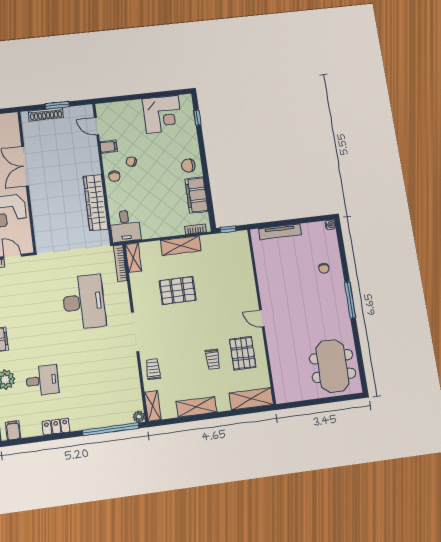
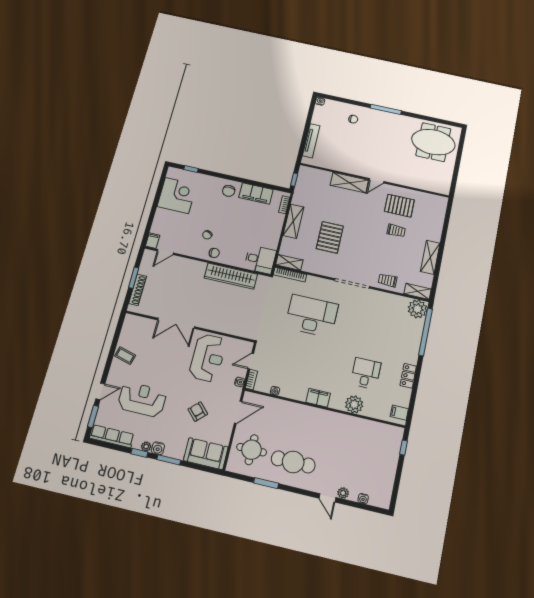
filing cabinet: (109, 147) -> (153, 241), moved
shelving: (251, 399) -> (349, 183), moved, turned 90
plant: (139, 417) -> (417, 309), width x1.87, depth x1.87

